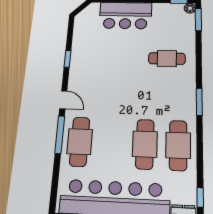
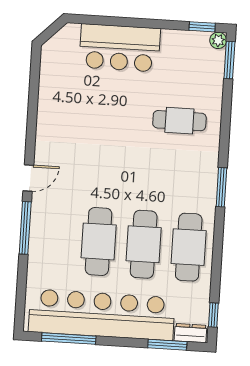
window: (67, 59) -> (32, 115), removed
door: (63, 100) -> (28, 178), hinge flipped
cafe table: (80, 142) -> (99, 241), moved

